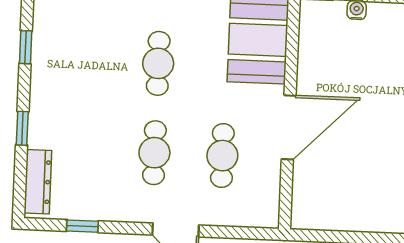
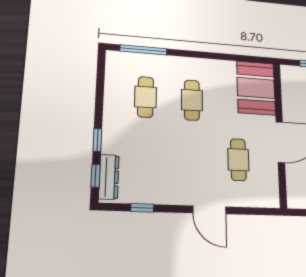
window: (26, 47) -> (96, 176), moved
cafe table: (154, 153) -> (146, 97), moved

